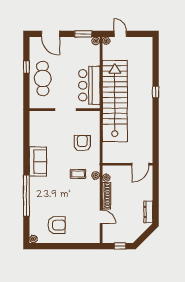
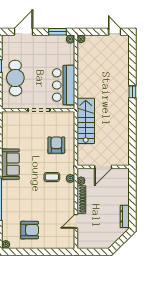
door: (51, 34) -> (23, 32), swing flipped
door: (120, 34) -> (115, 32), moved
stairs: (115, 101) -> (86, 121), width x0.54, depth x0.66
door: (140, 164) -> (103, 167), moved
door: (101, 217) -> (76, 221), swing flipped
window: (120, 246) -> (95, 252), removed

